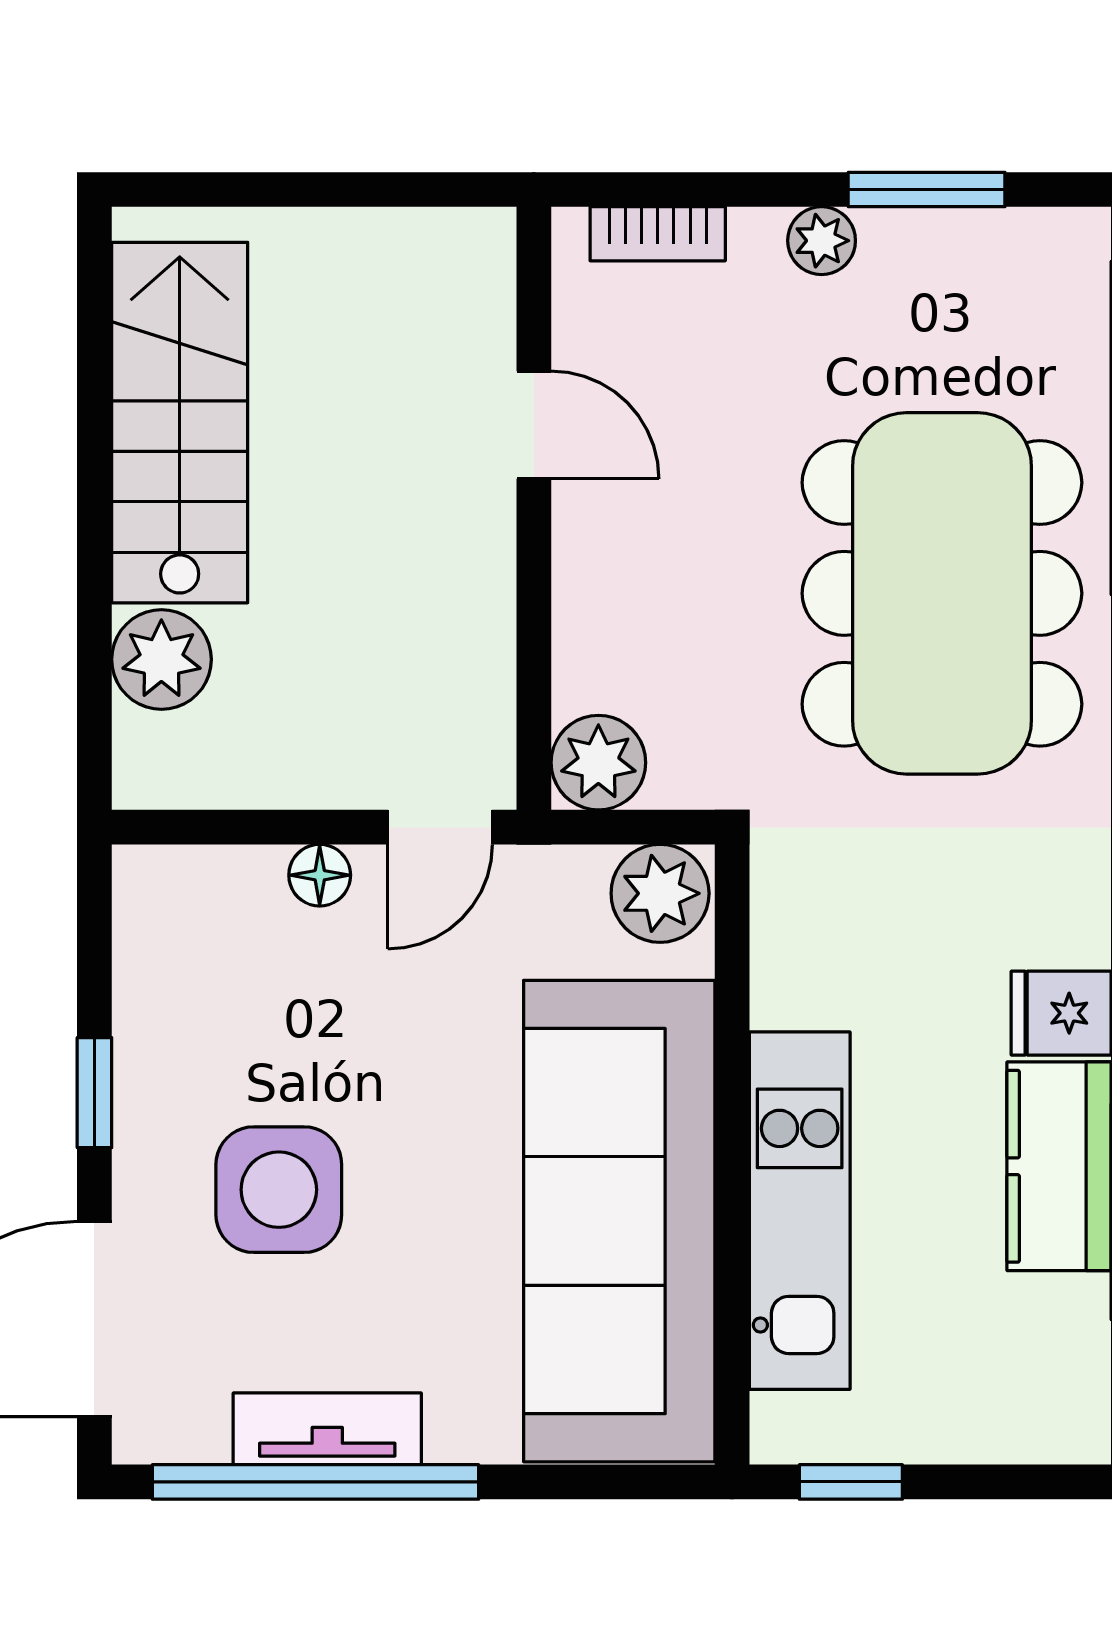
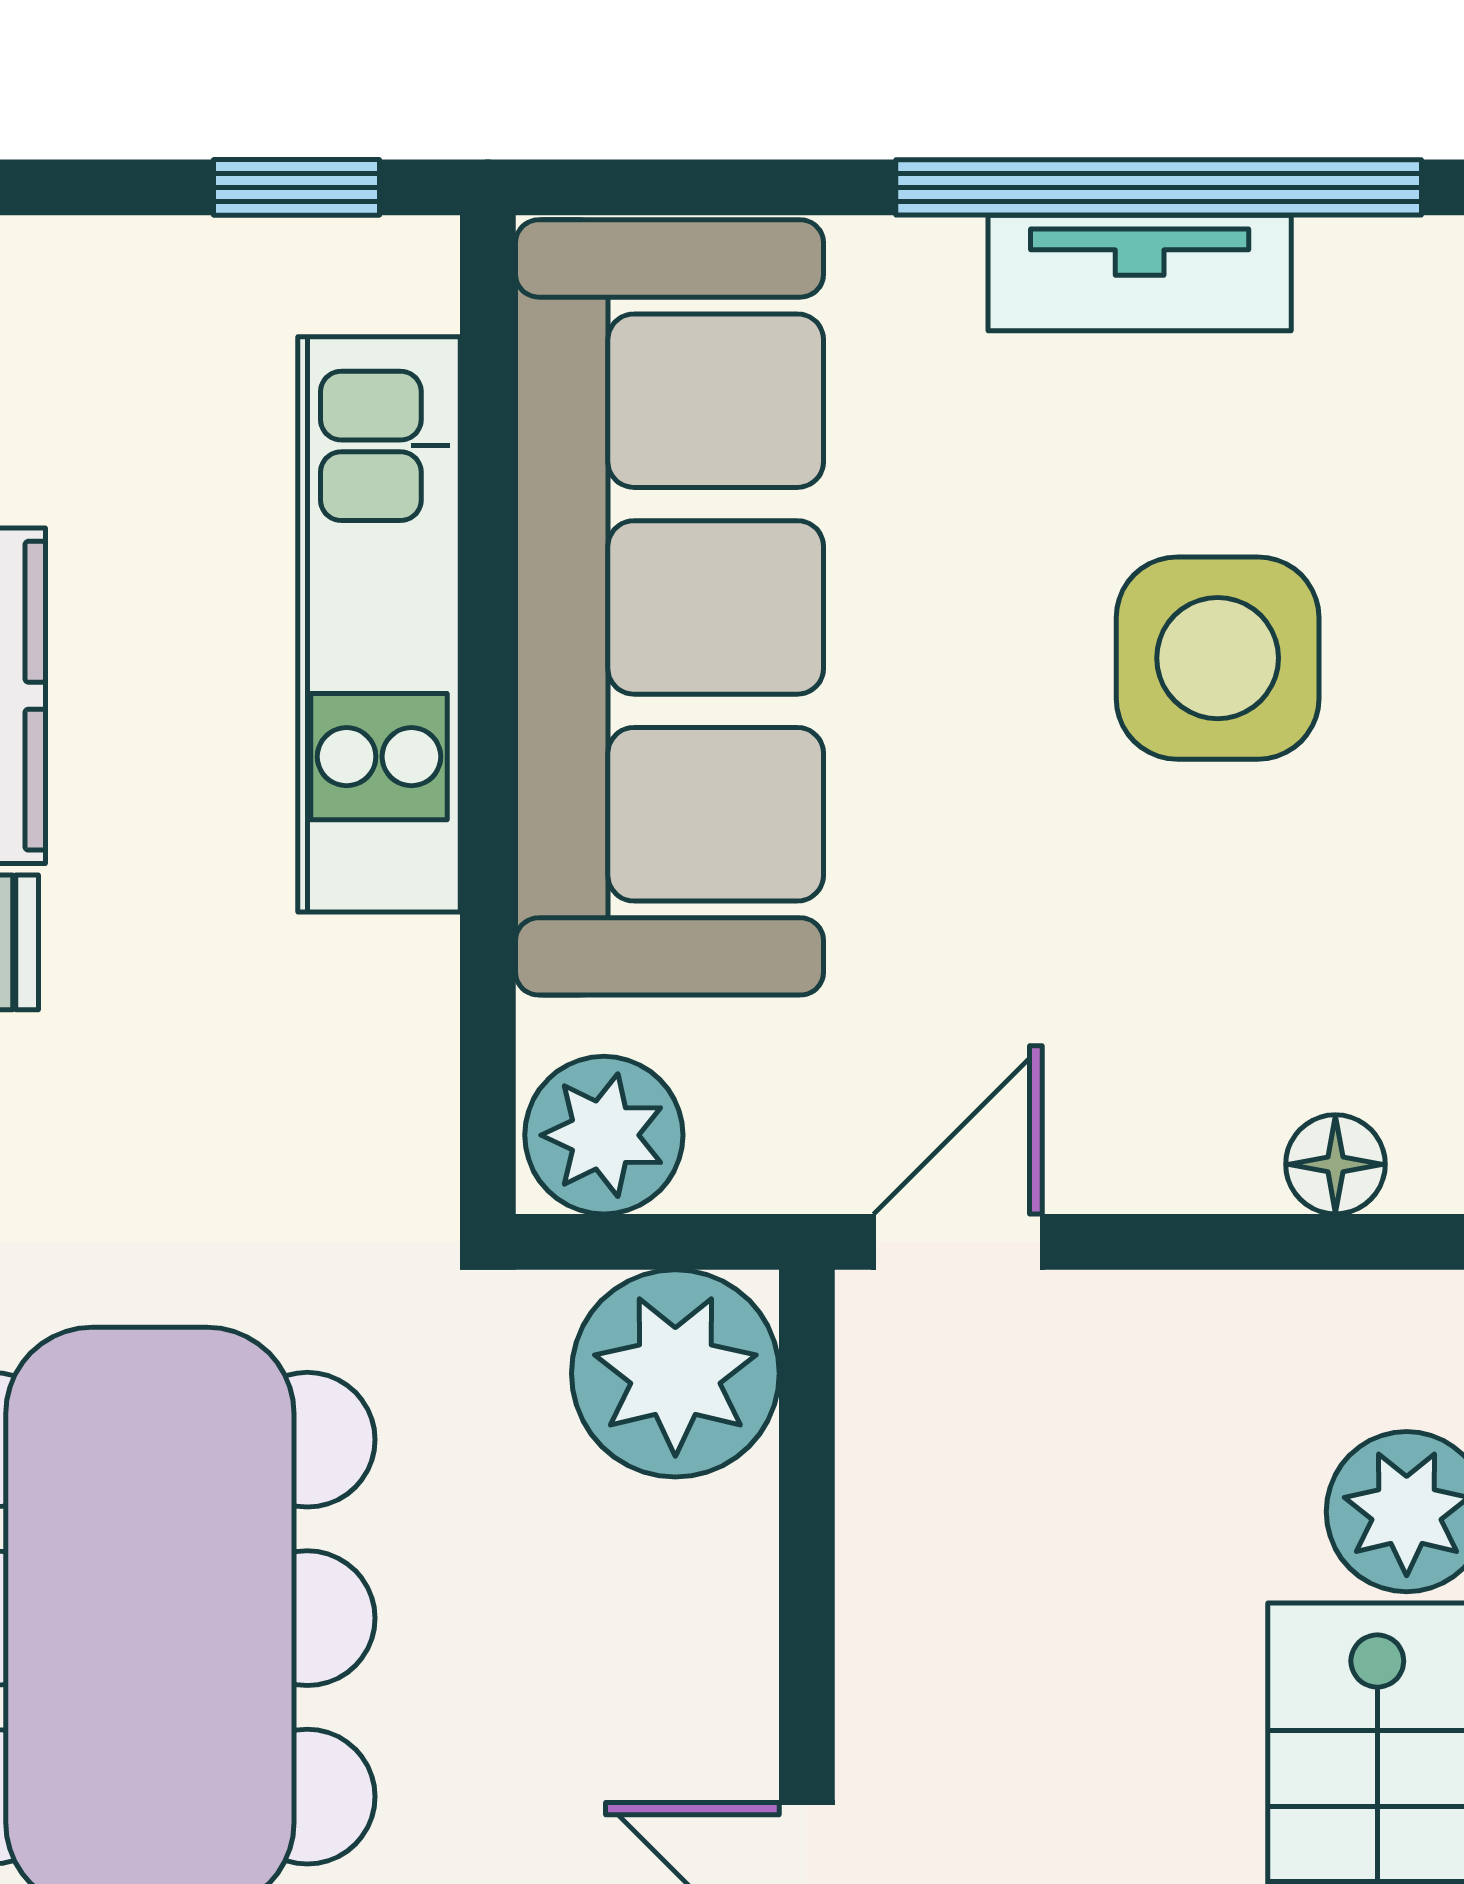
plant: (598, 763) -> (675, 1373), width x1.36, depth x1.36
floor lamp: (320, 875) -> (1335, 1164), moved

